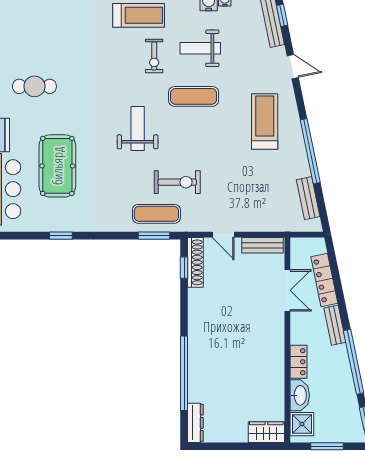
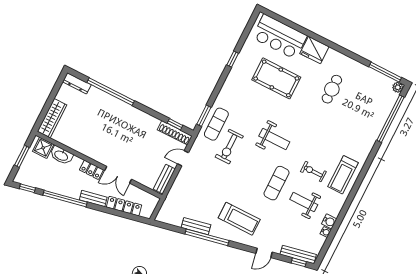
weight bench: (200, 48) -> (304, 202), turned -90
bench: (308, 198) -> (196, 226), moved
double door: (287, 290) -> (118, 175), moved
locker: (299, 362) -> (91, 170), moved
wardrobe: (266, 432) -> (52, 118), width x1.50

